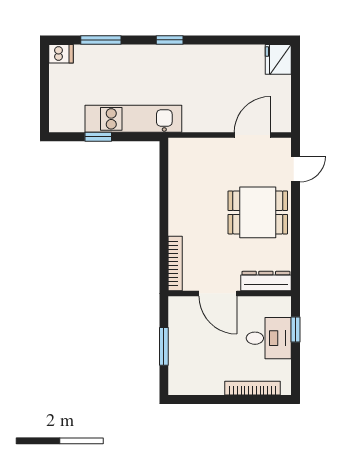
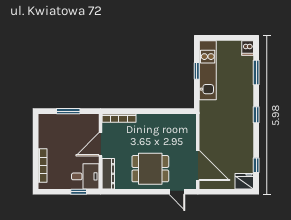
window: (252, 40) -> (256, 165), added
kitchen unit: (133, 119) -> (208, 70), moved
door: (252, 135) -> (198, 165), width x1.36
dining table: (258, 212) -> (150, 169), turned 90
desk: (269, 338) -> (85, 176), moved, turned -90

